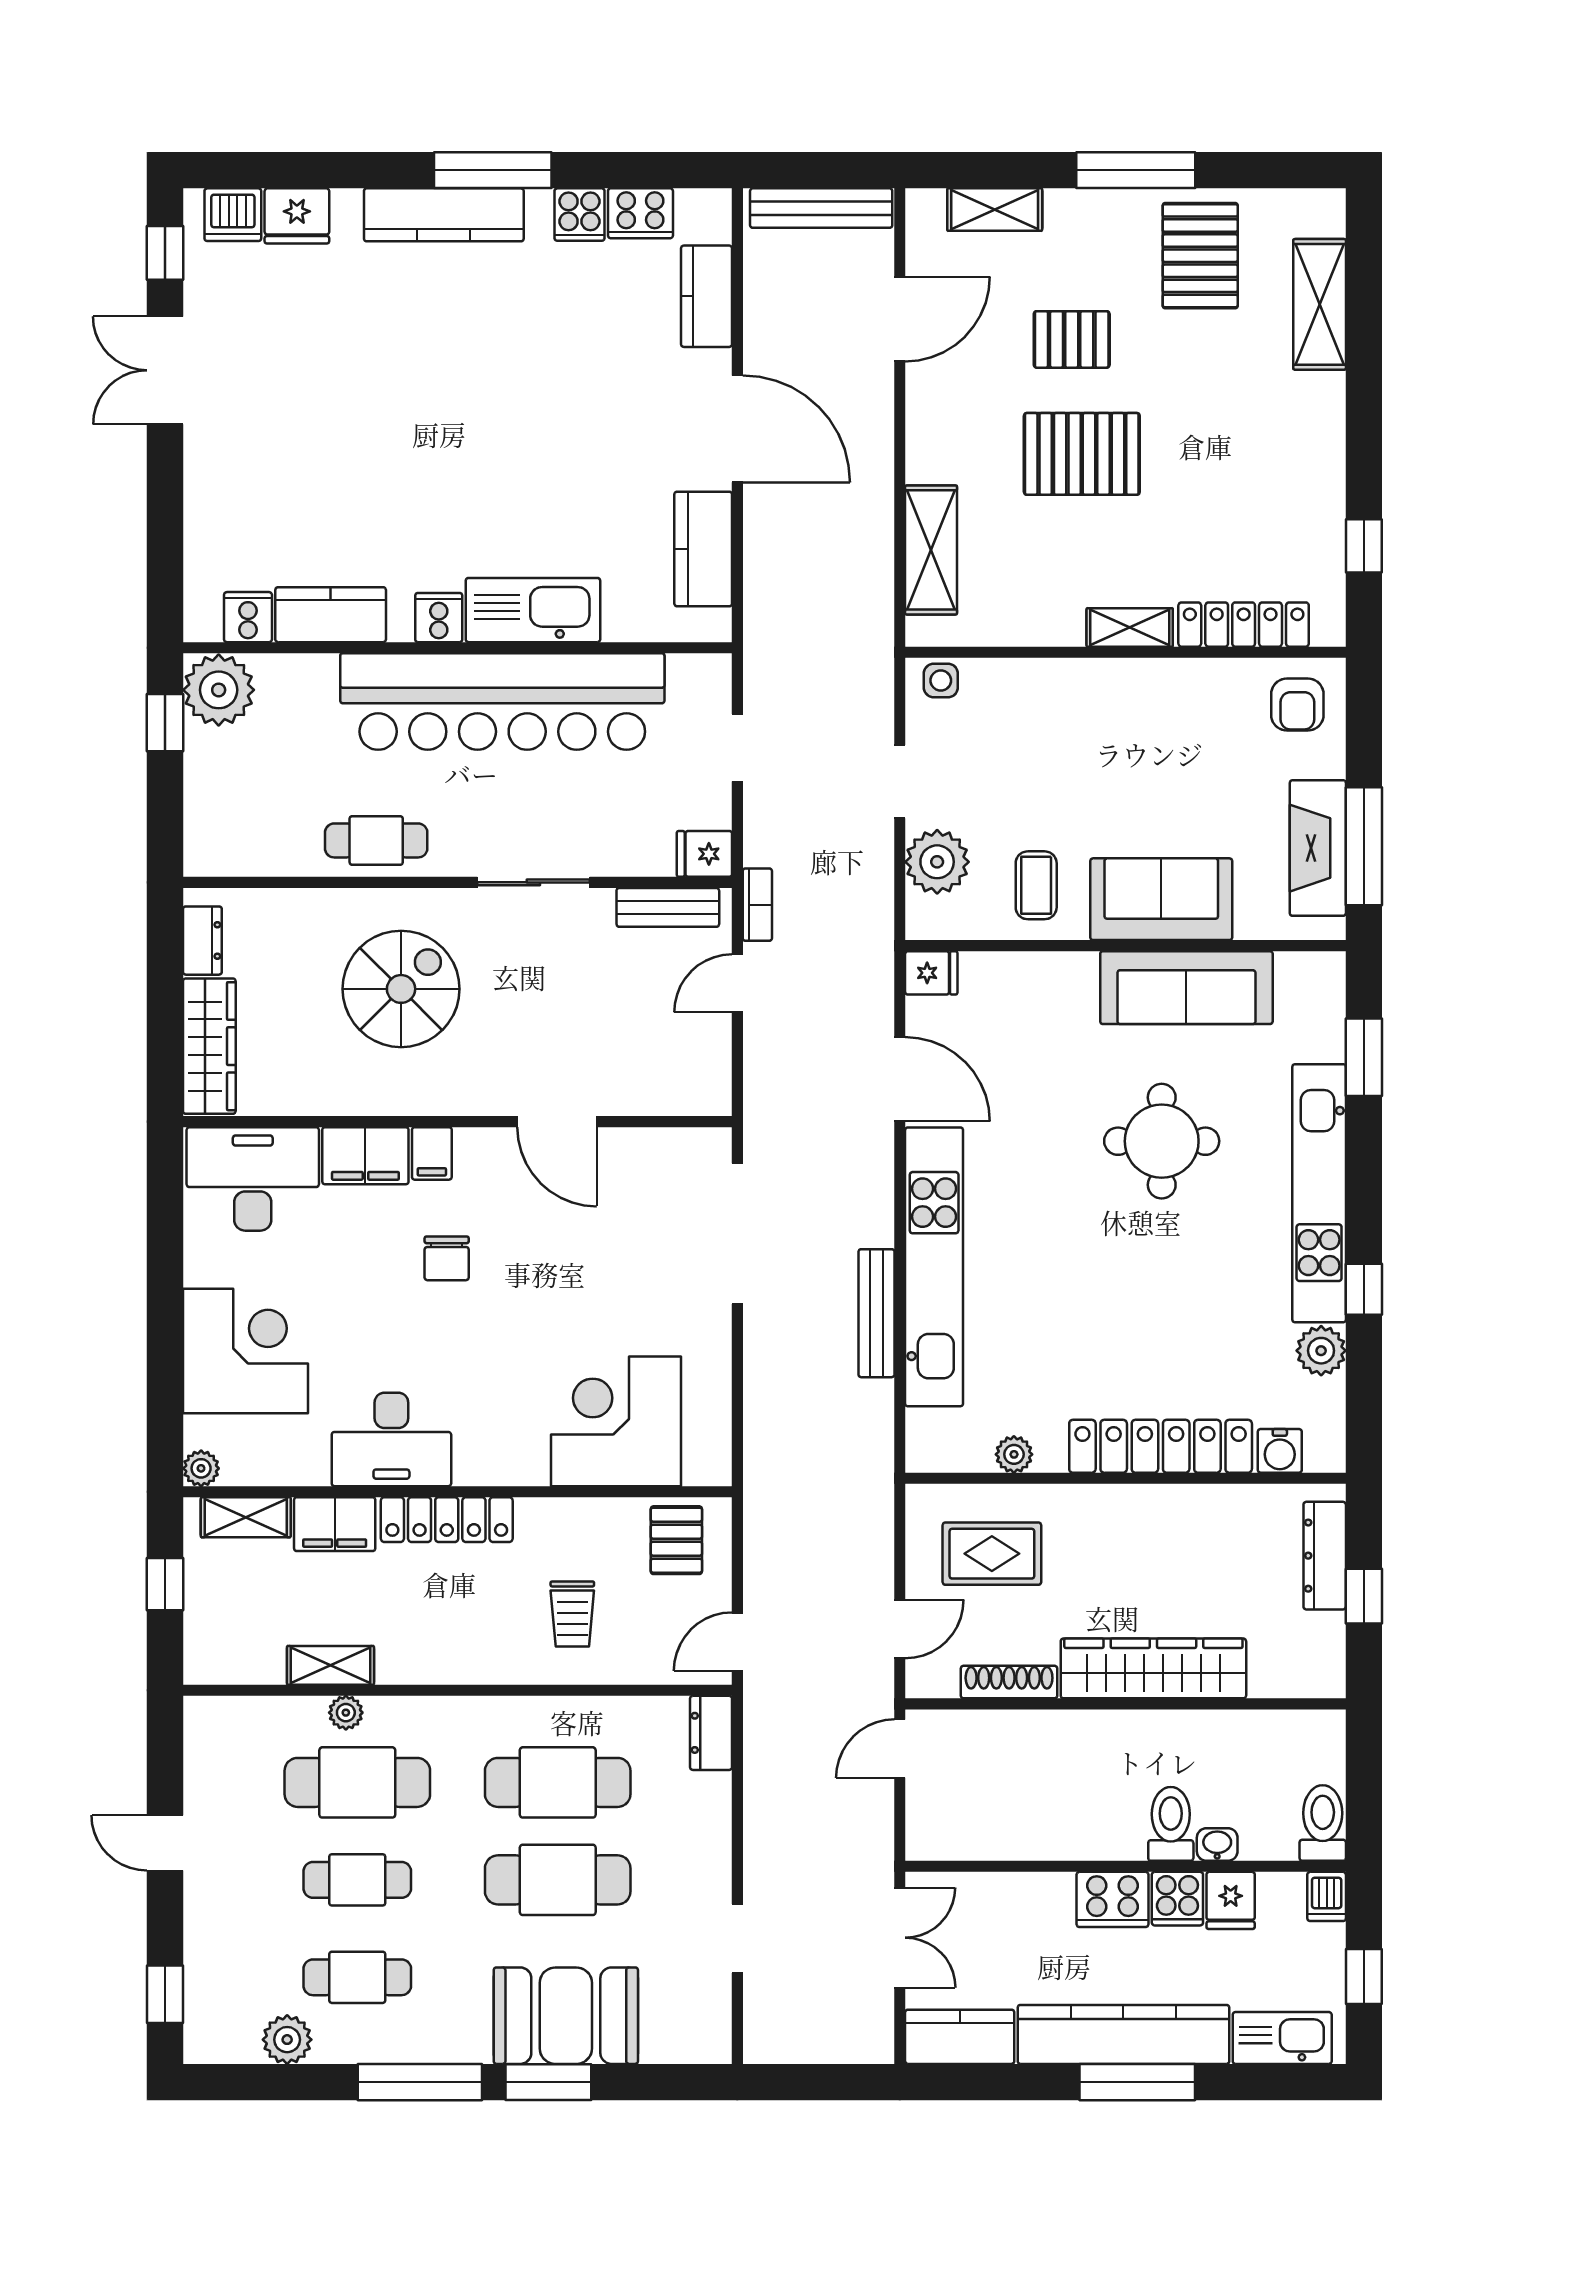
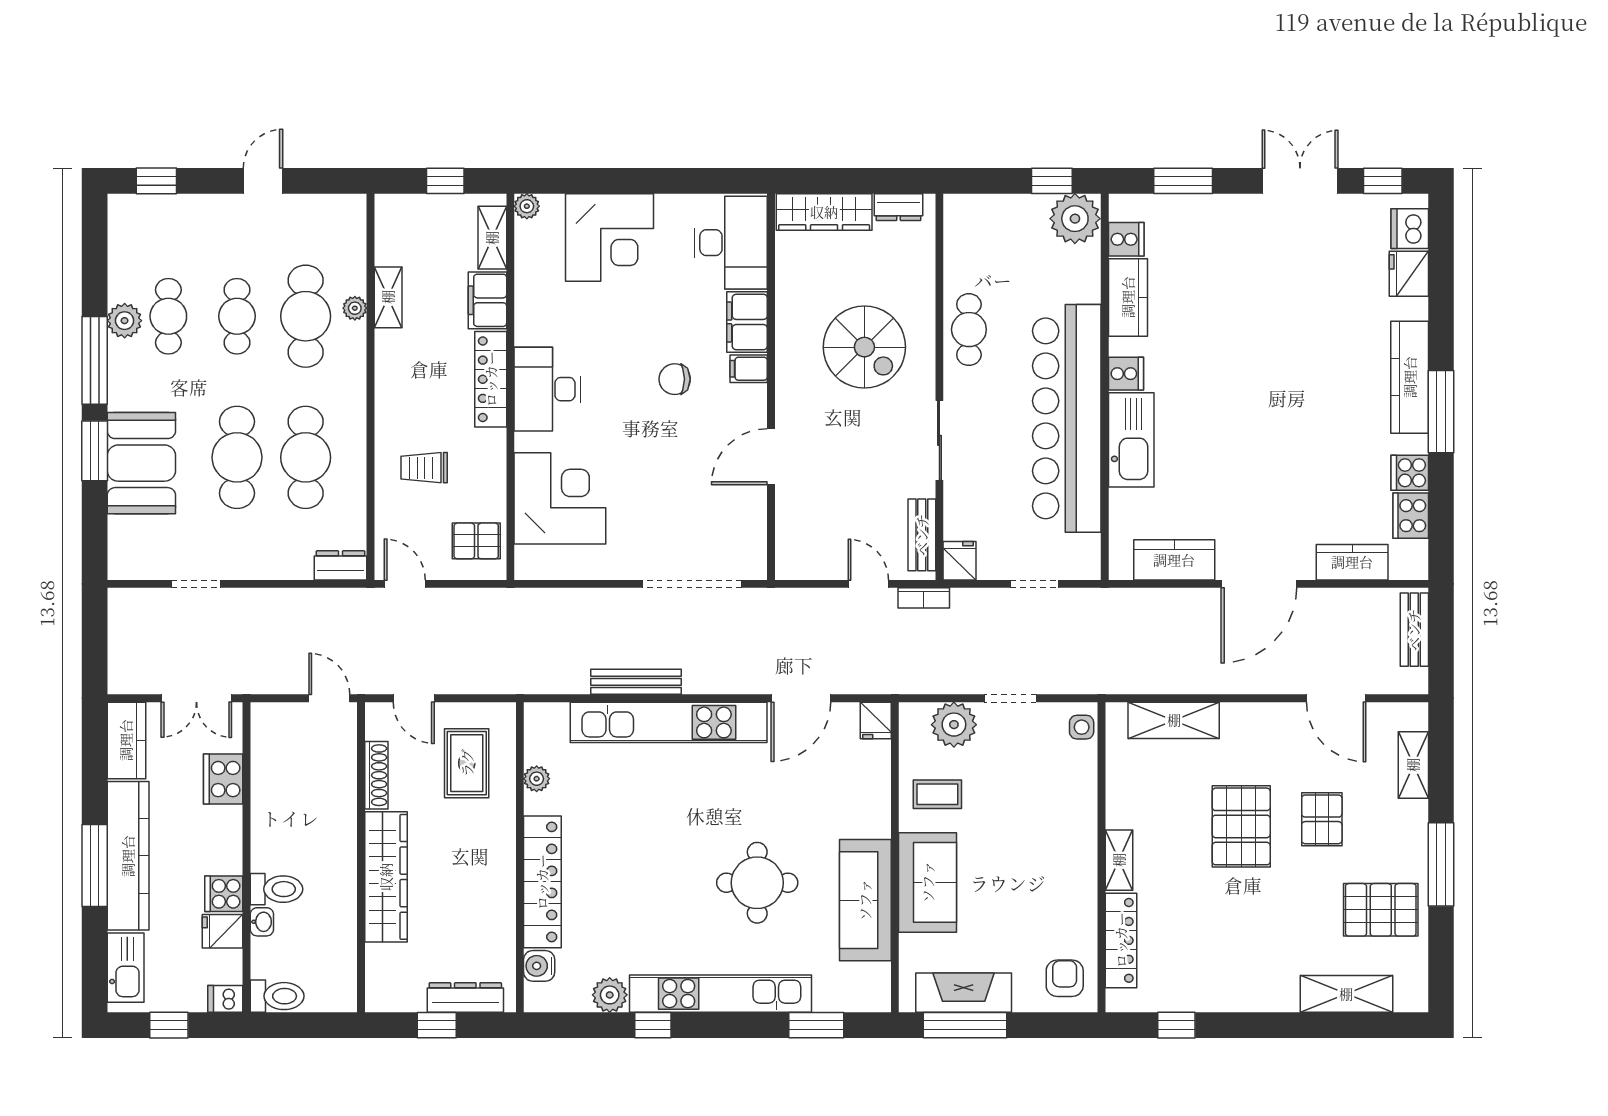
bench: (821, 208) -> (1414, 630), width x0.73
window: (165, 536) -> (1183, 181), added
armchair: (1297, 705) -> (1065, 978), turned 90
desk: (391, 1439) -> (547, 389), moved
cooker: (1113, 1899) -> (223, 779), moved
plant: (287, 2040) -> (125, 321), moved

